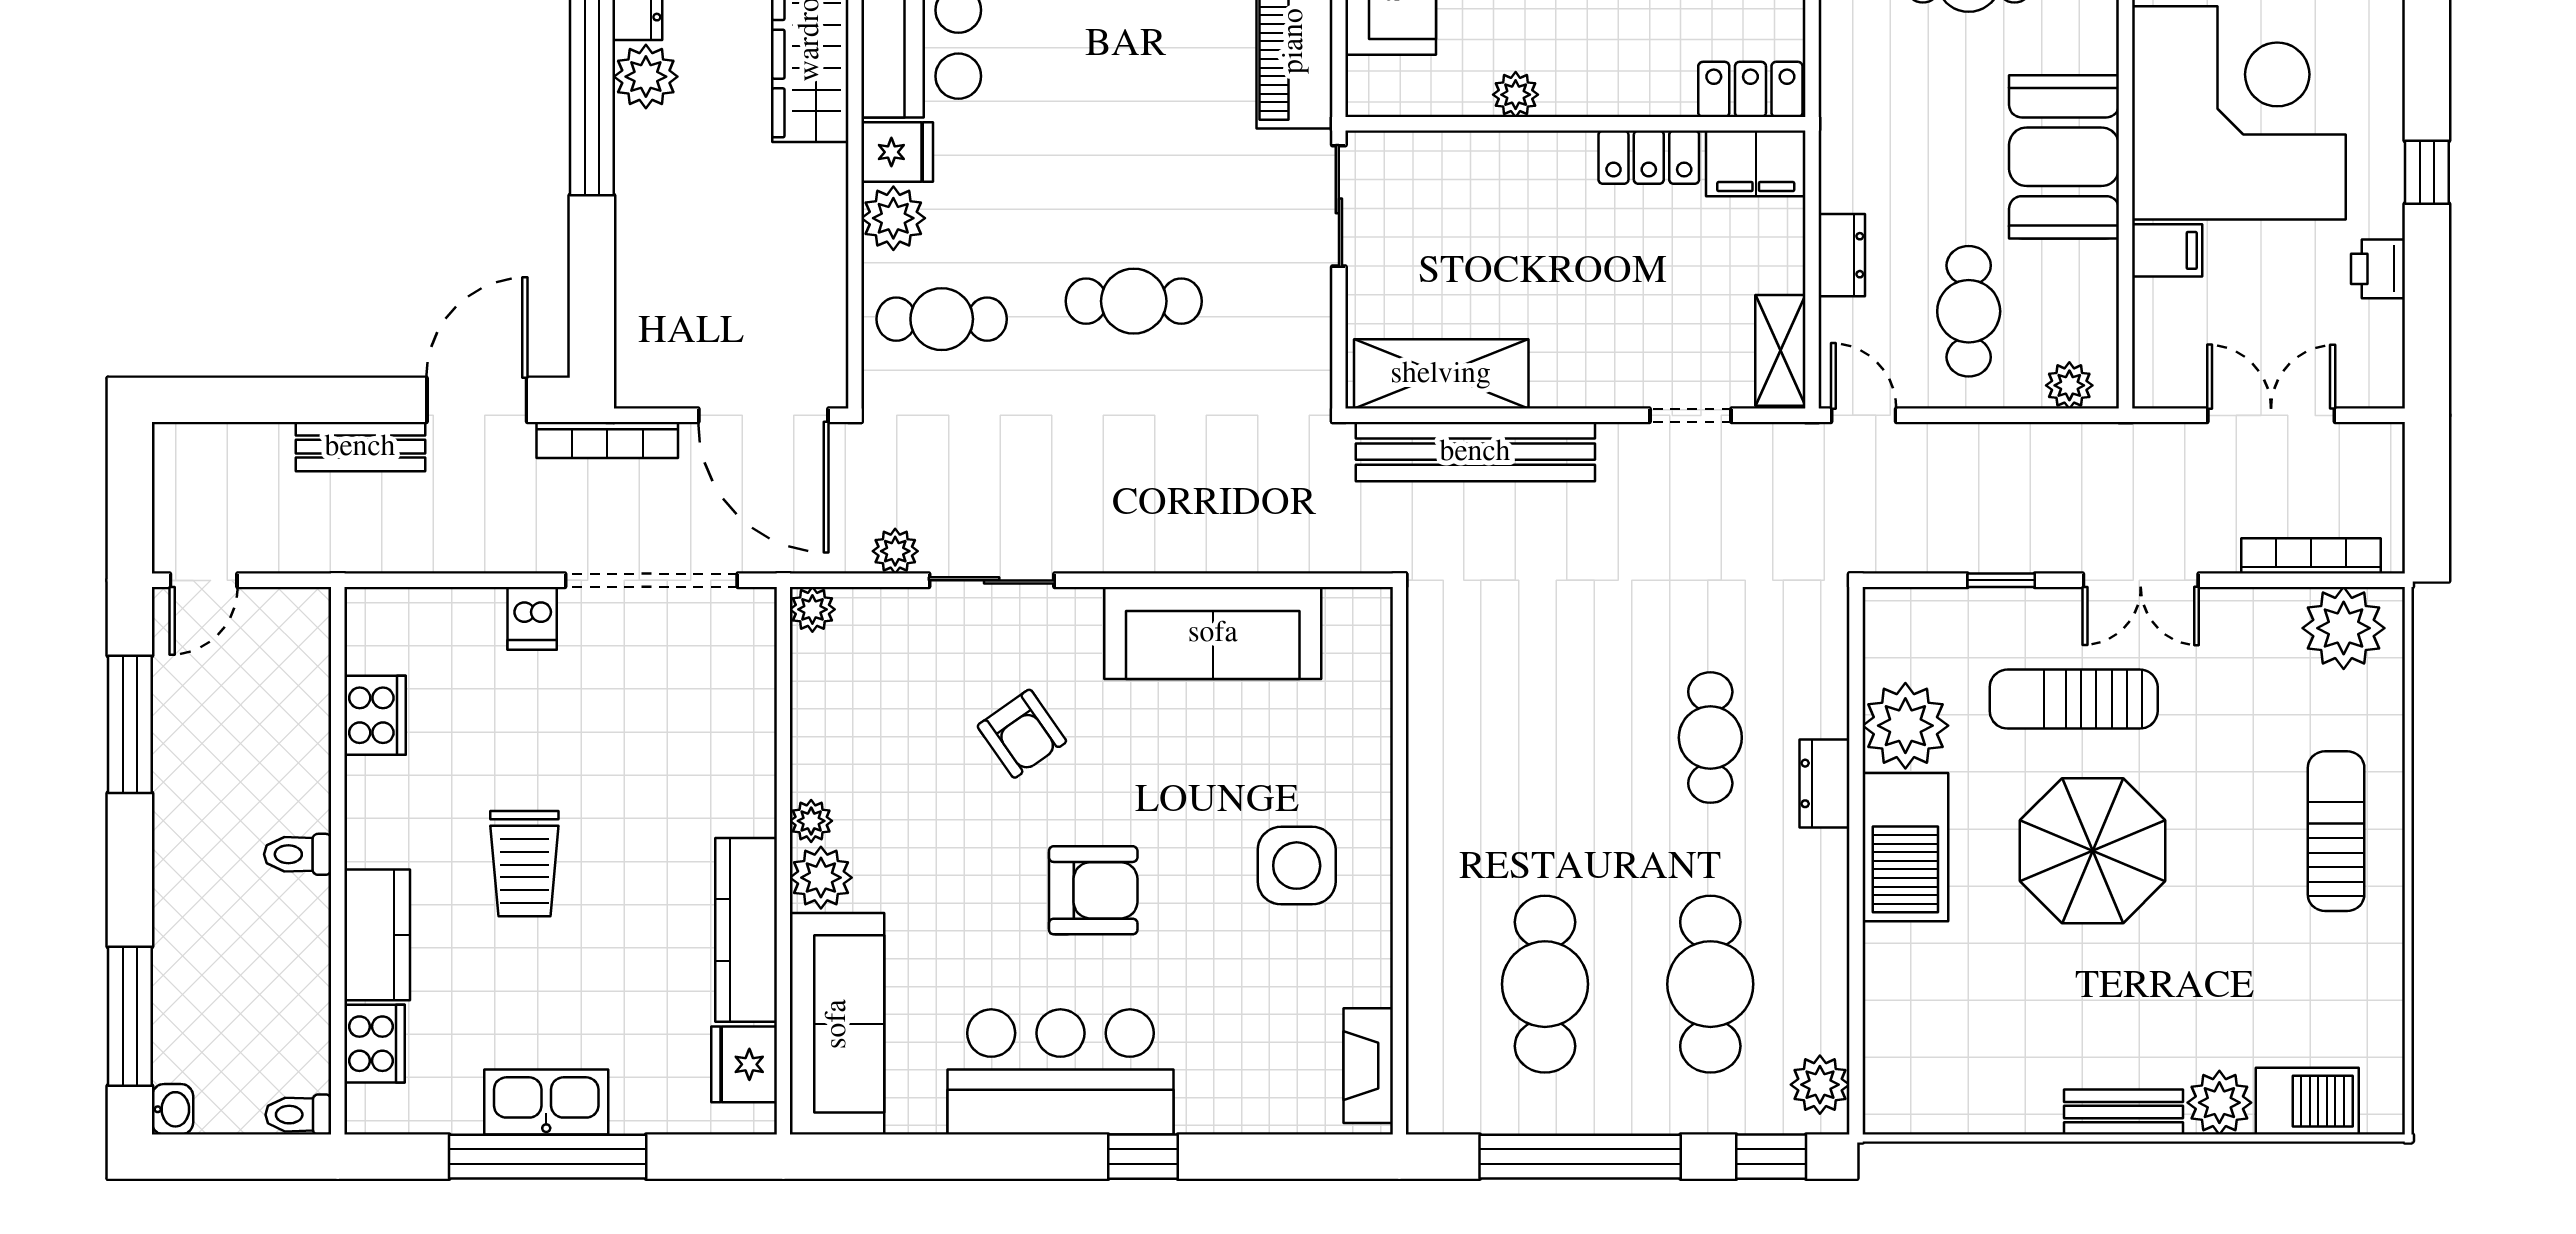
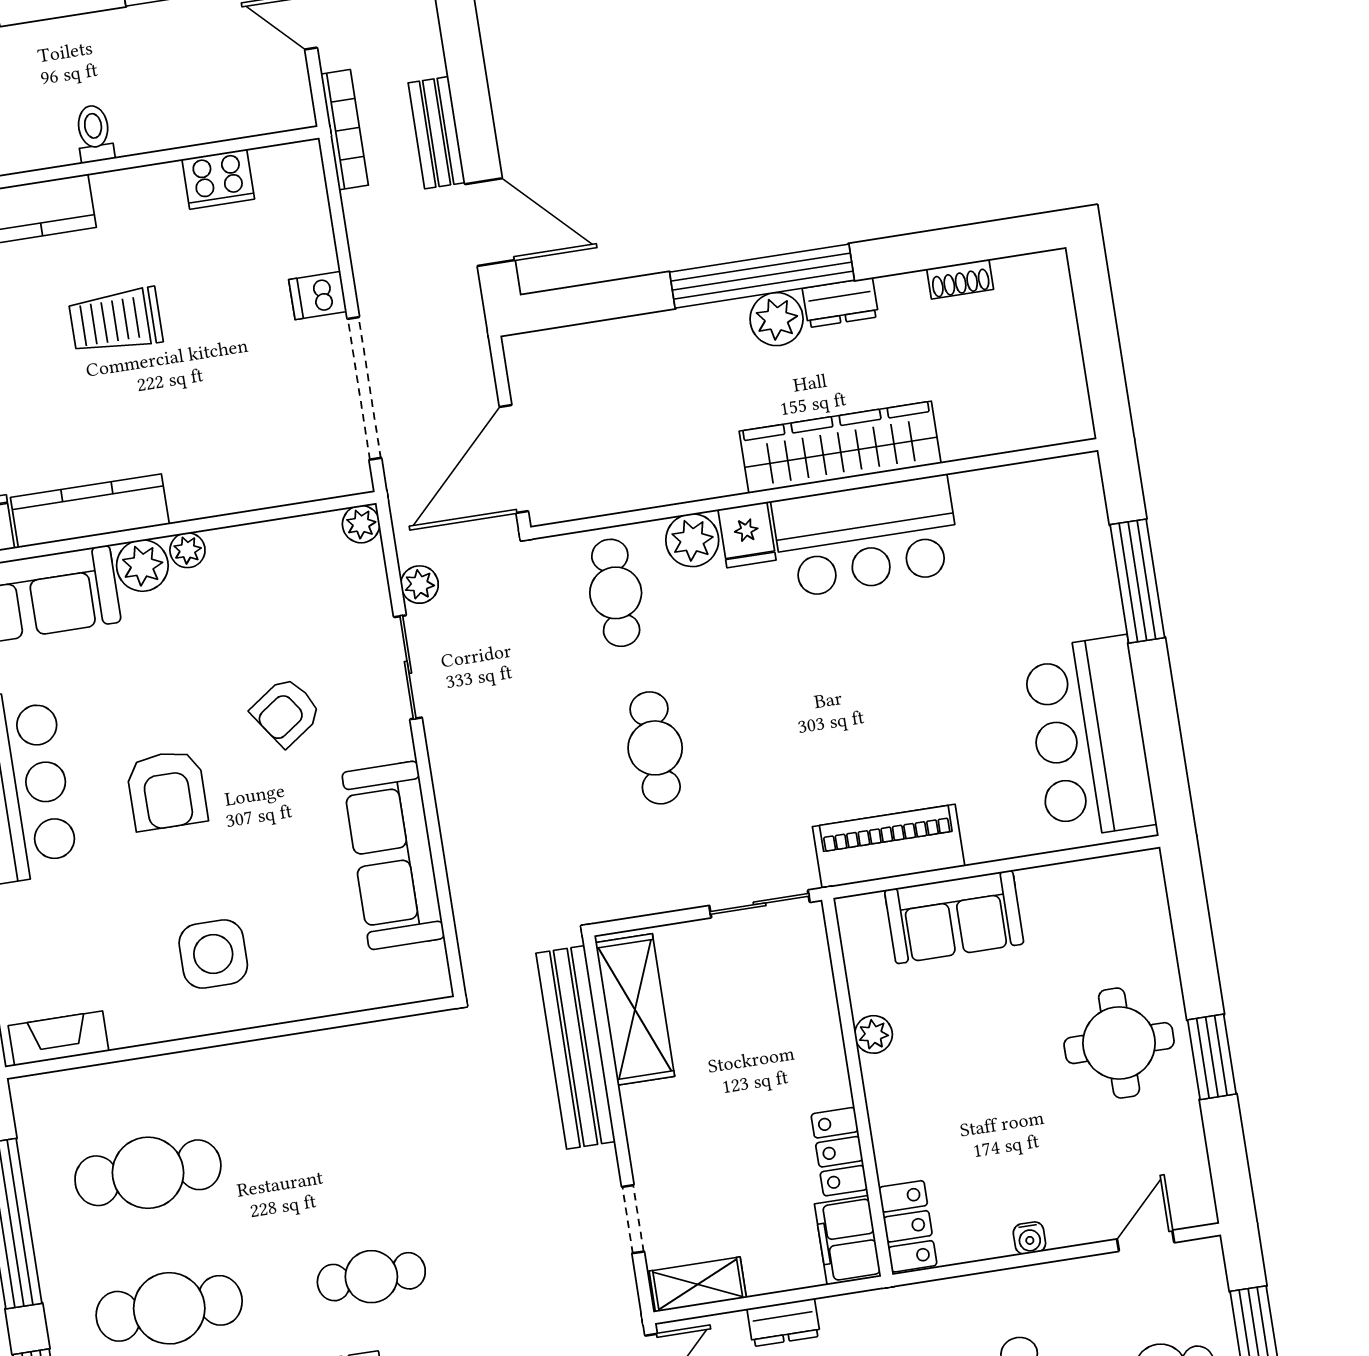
bookcase: (607, 440) -> (345, 130), moved, turned 180

